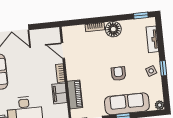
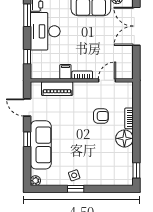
tv unit: (152, 39) -> (109, 180), removed
armchair: (118, 74) -> (101, 116), moved
filing cabinet: (60, 93) -> (65, 72), width x0.50

